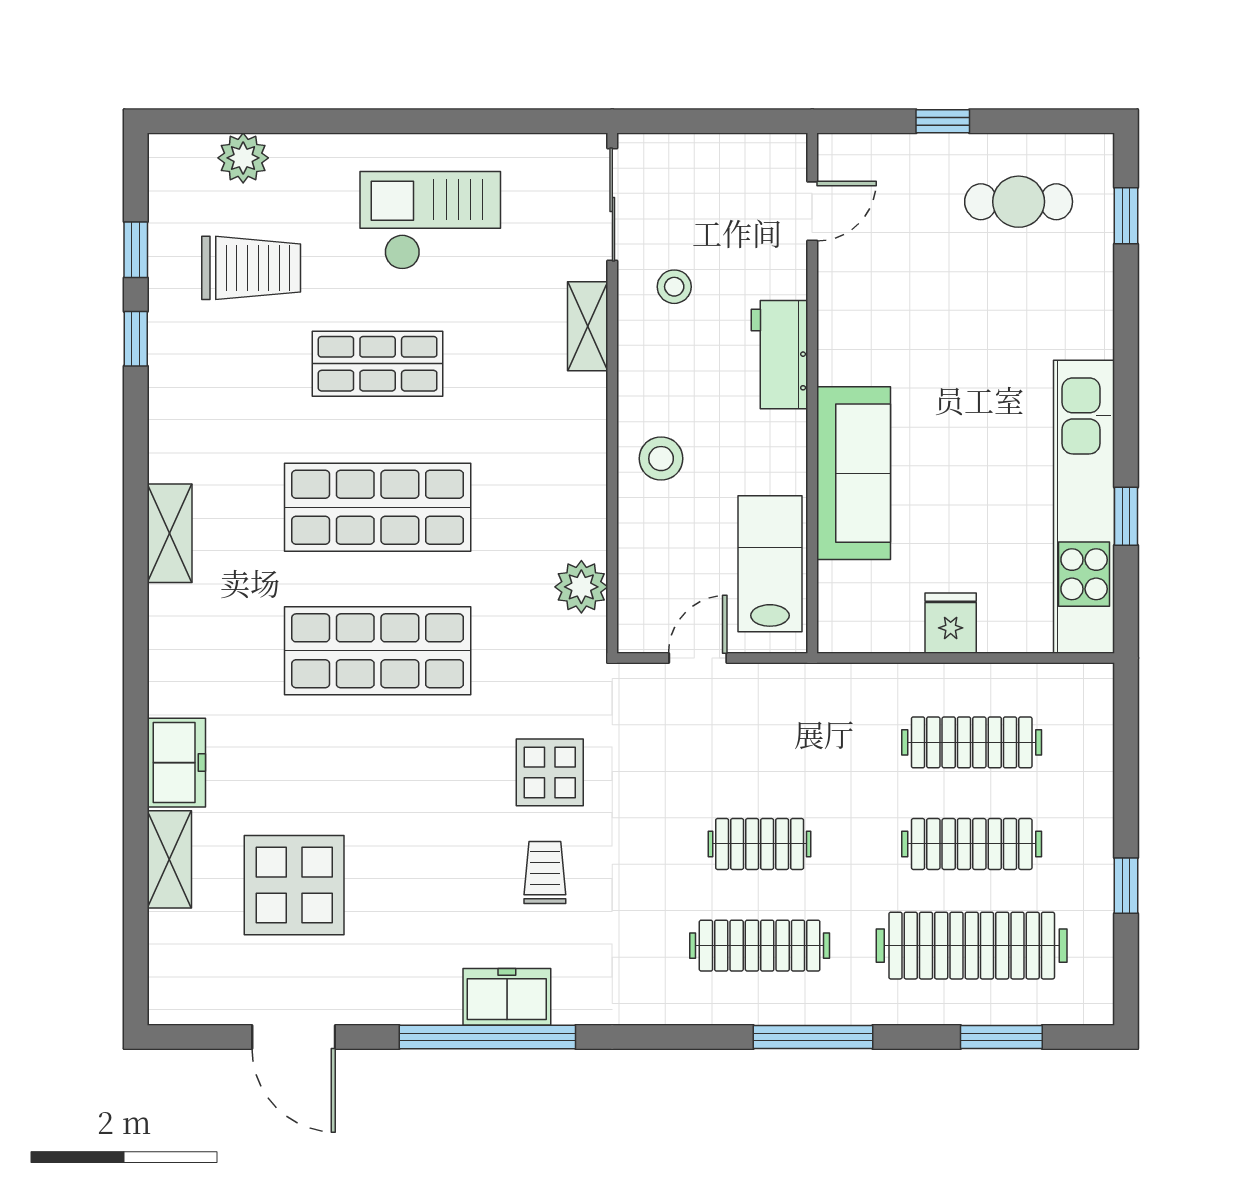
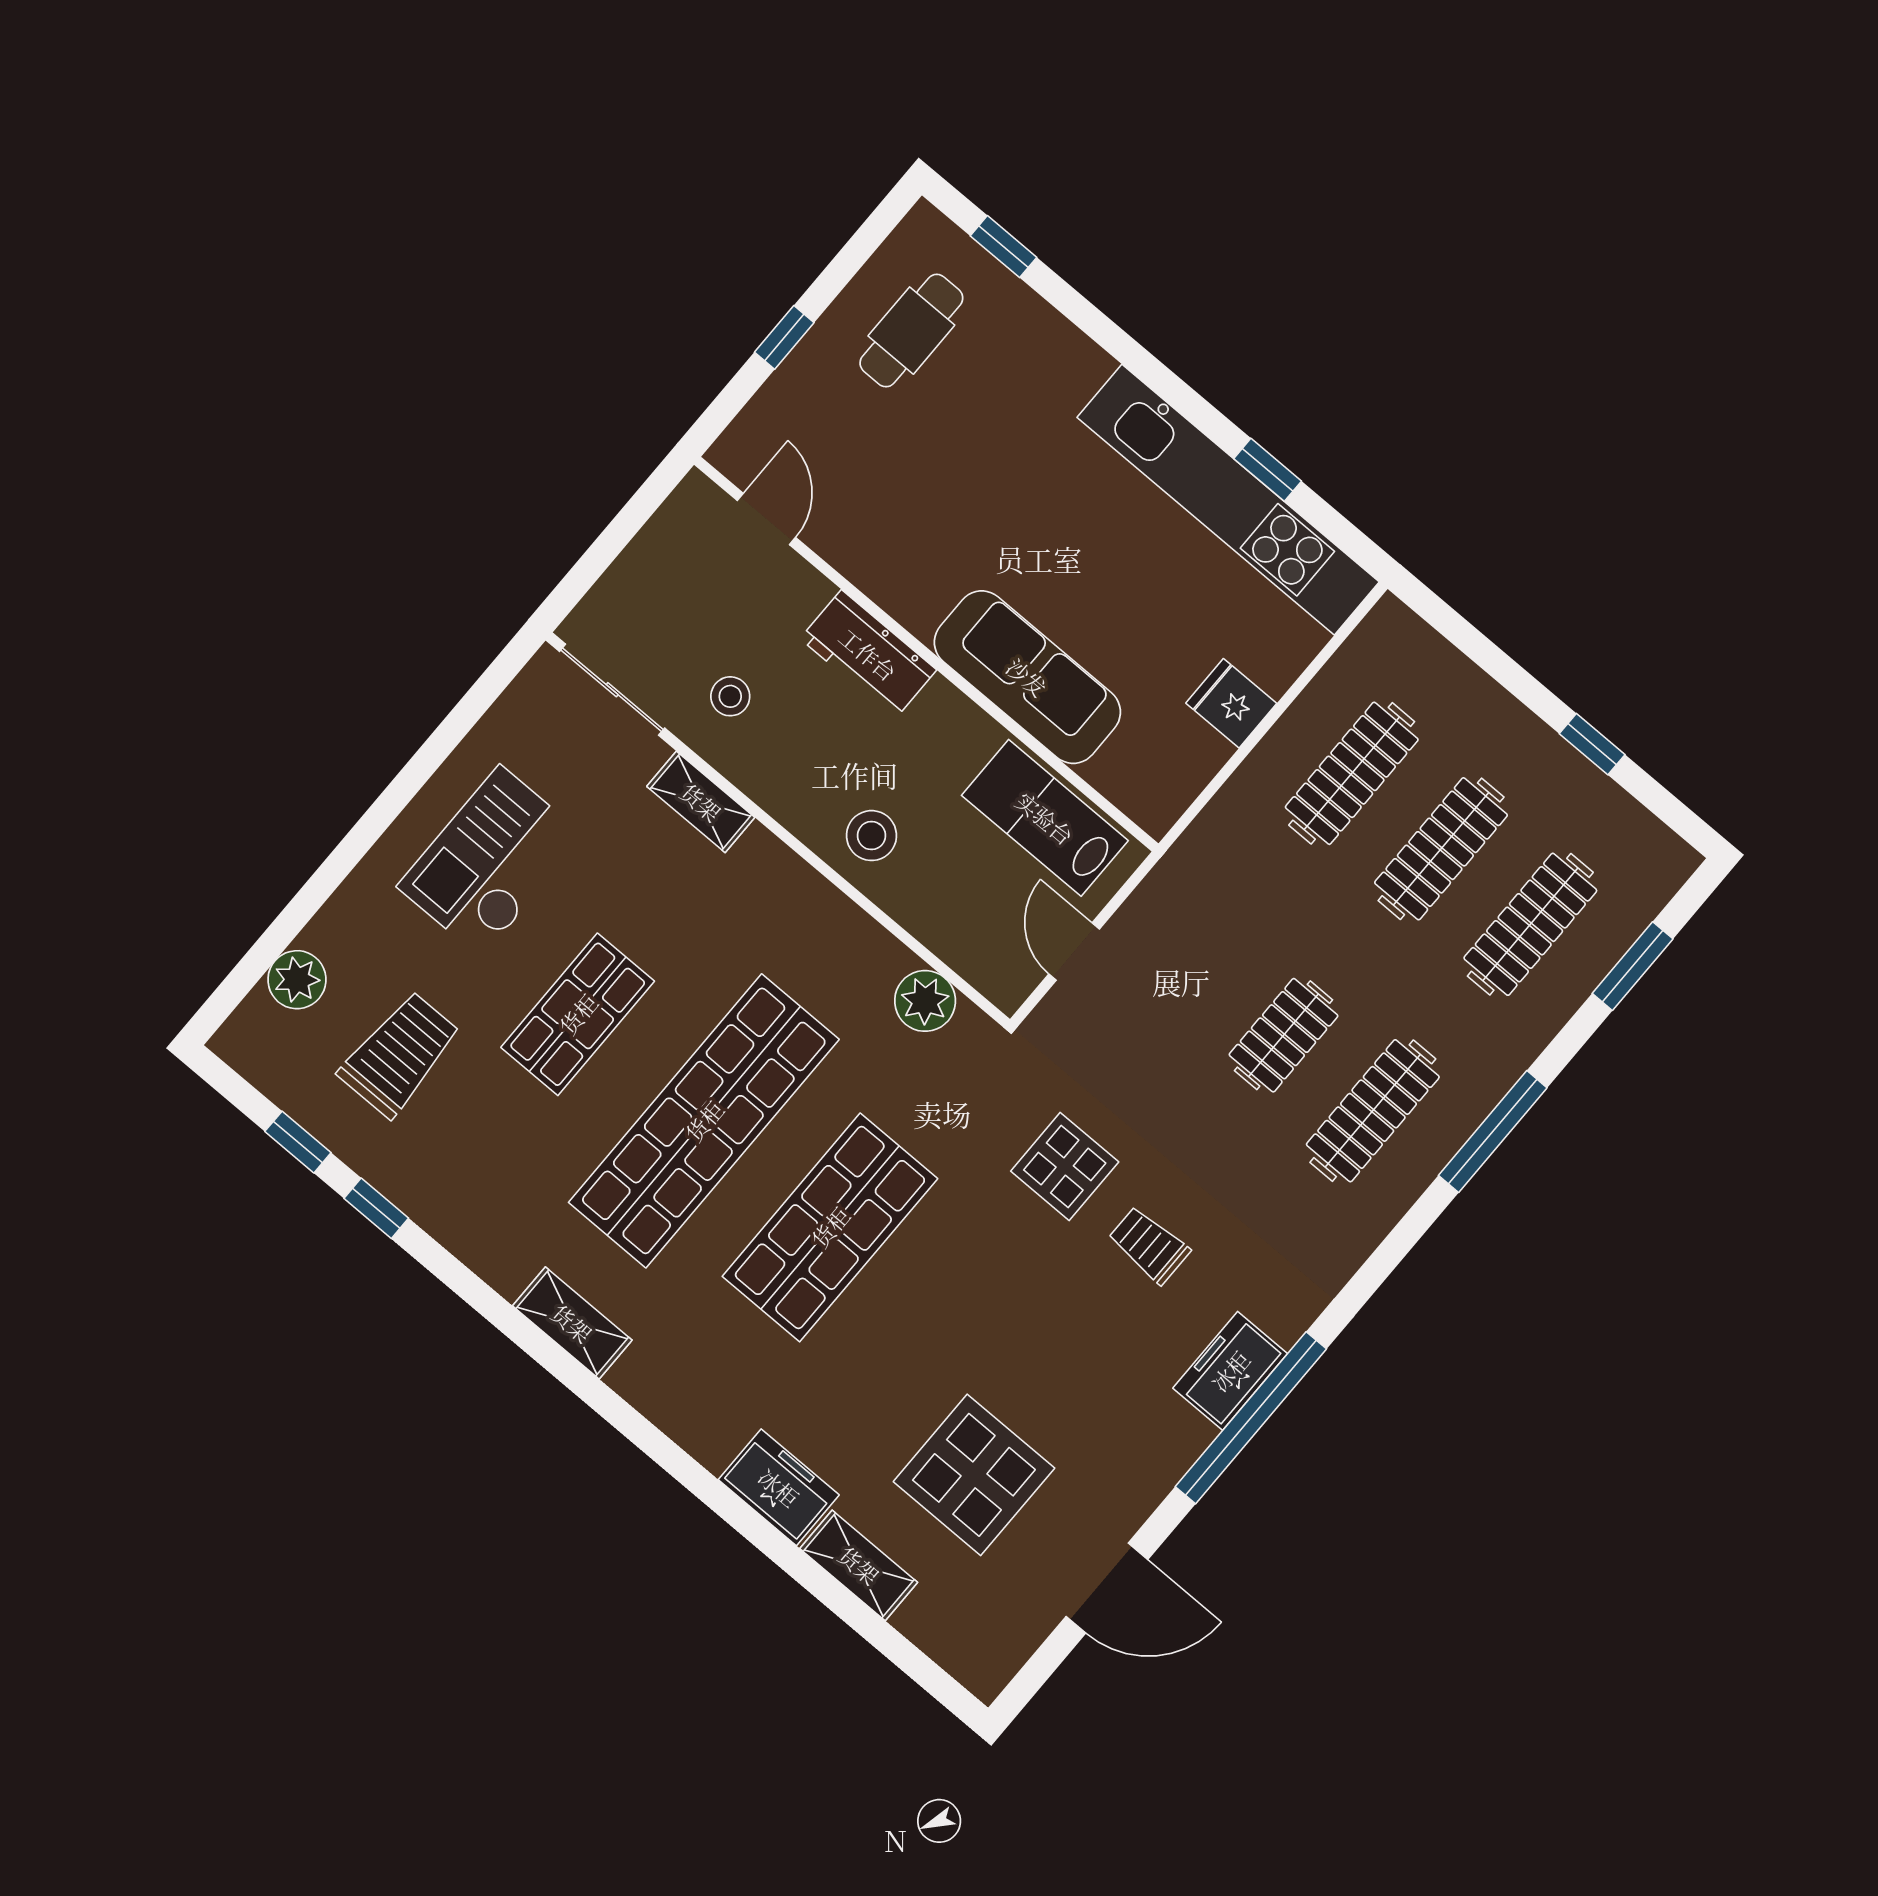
shop shelf: (378, 507) -> (704, 1121), width x1.40
clothes rail: (972, 946) -> (1530, 924), width x0.73, depth x0.76

